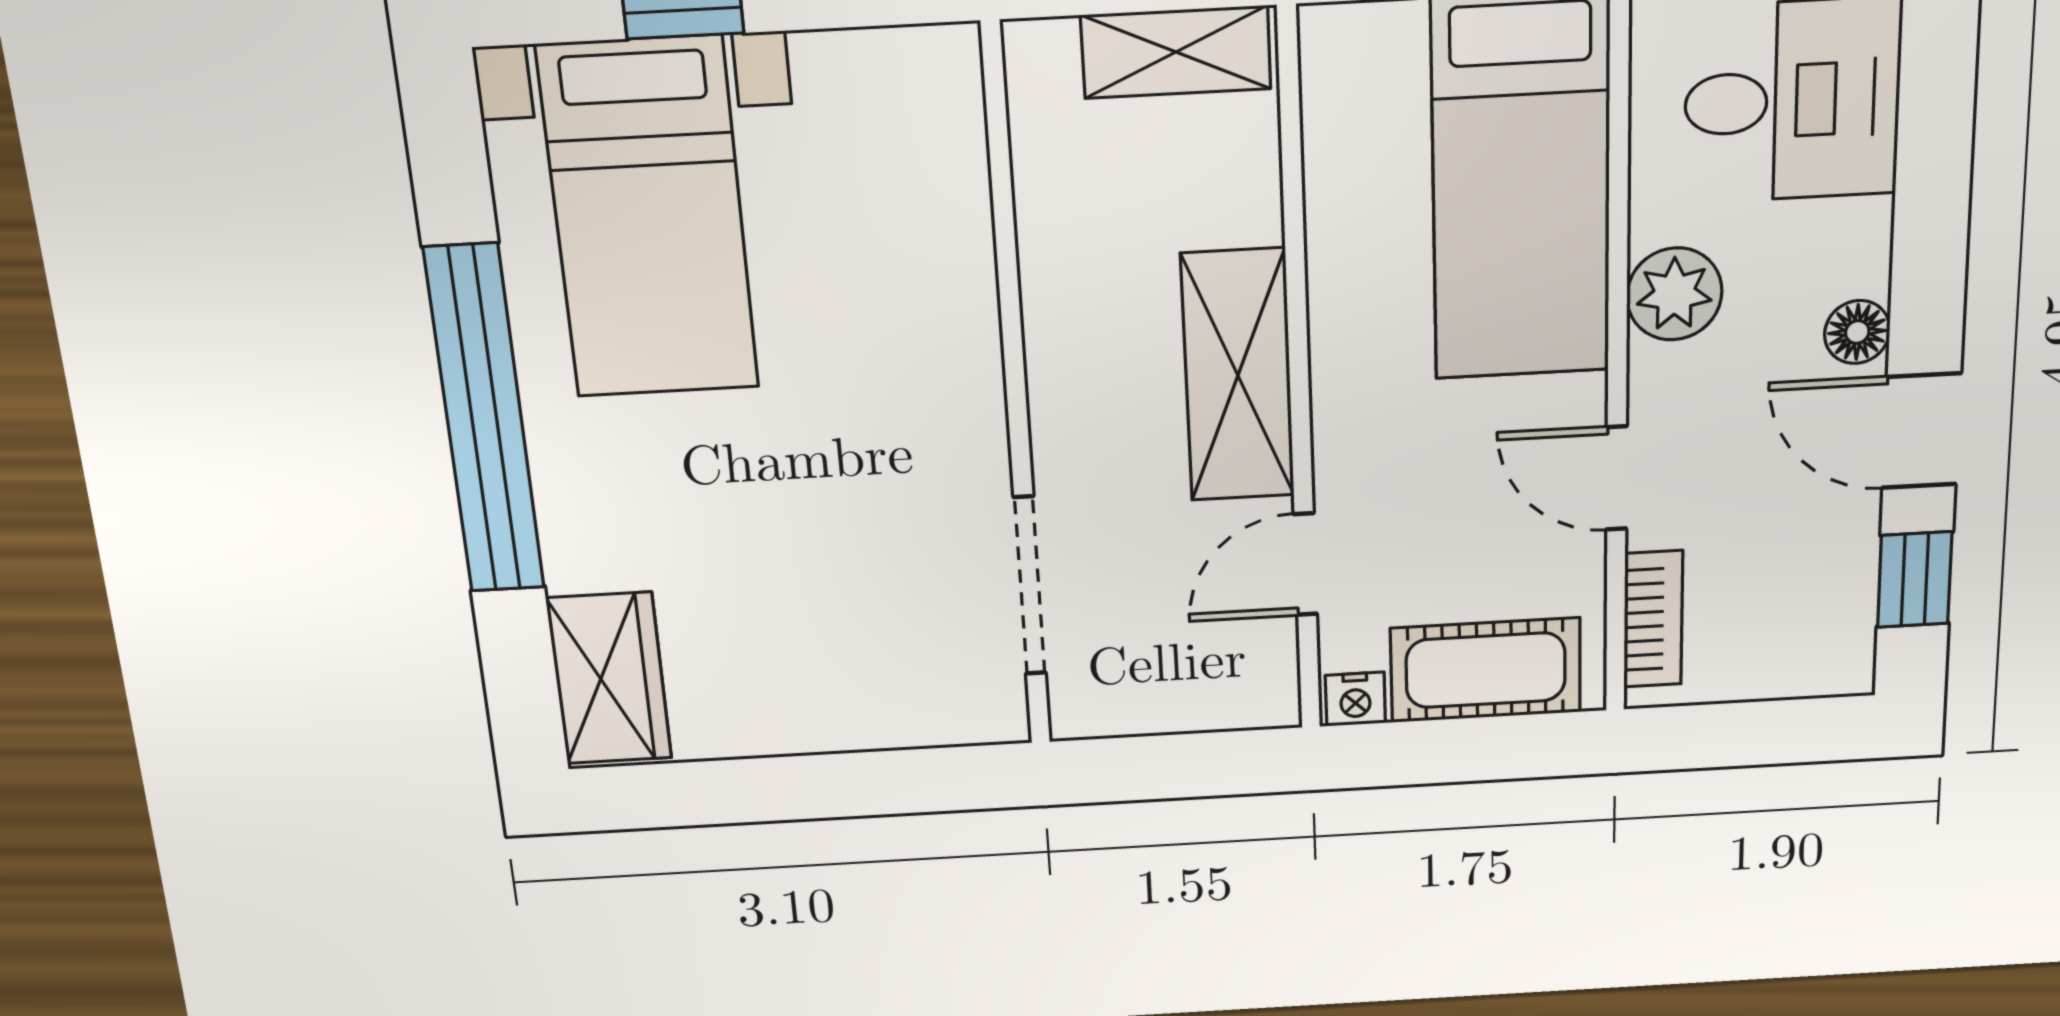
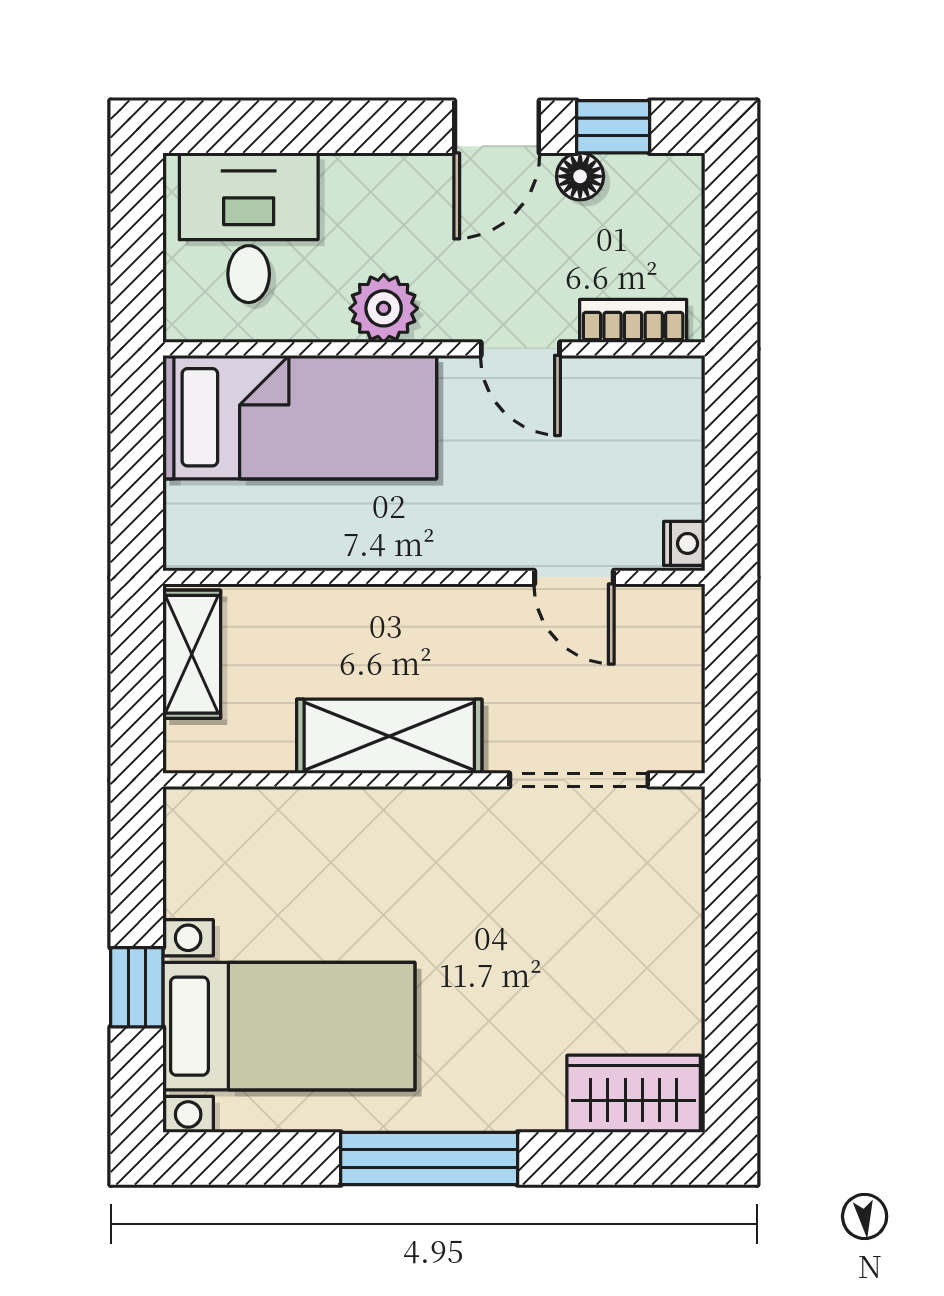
floor lamp: (1857, 332) -> (580, 176), moved
shelving: (1238, 375) -> (389, 736), moved
window: (485, 420) -> (429, 1159), width x0.68
door: (1617, 478) -> (520, 349), hinge flipped
cot: (1486, 670) -> (667, 446), removed

